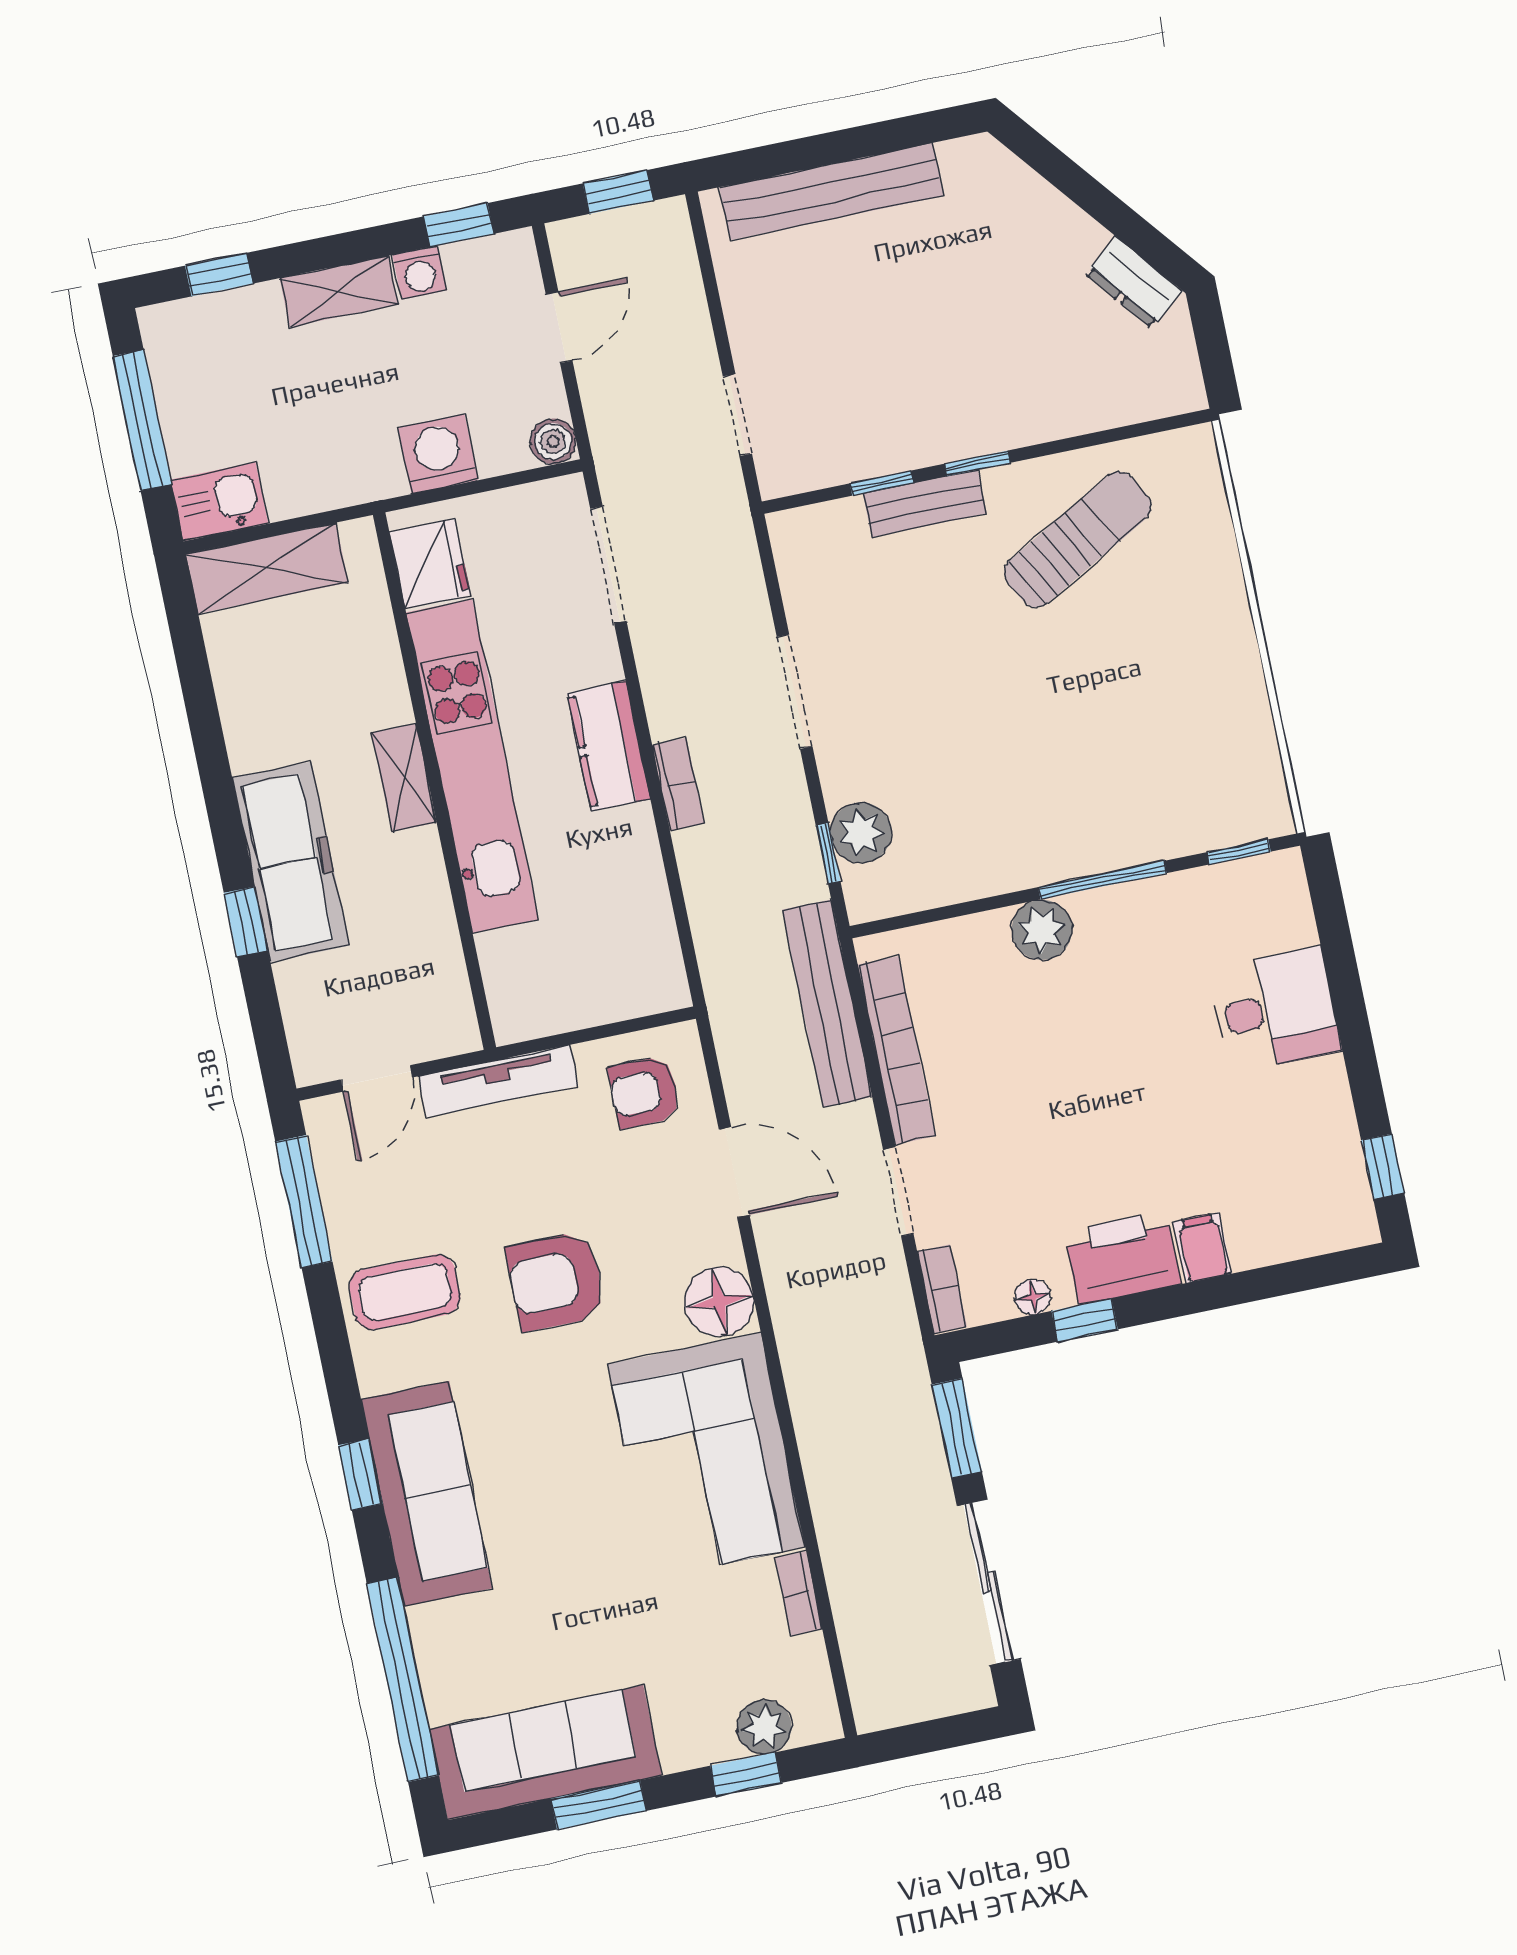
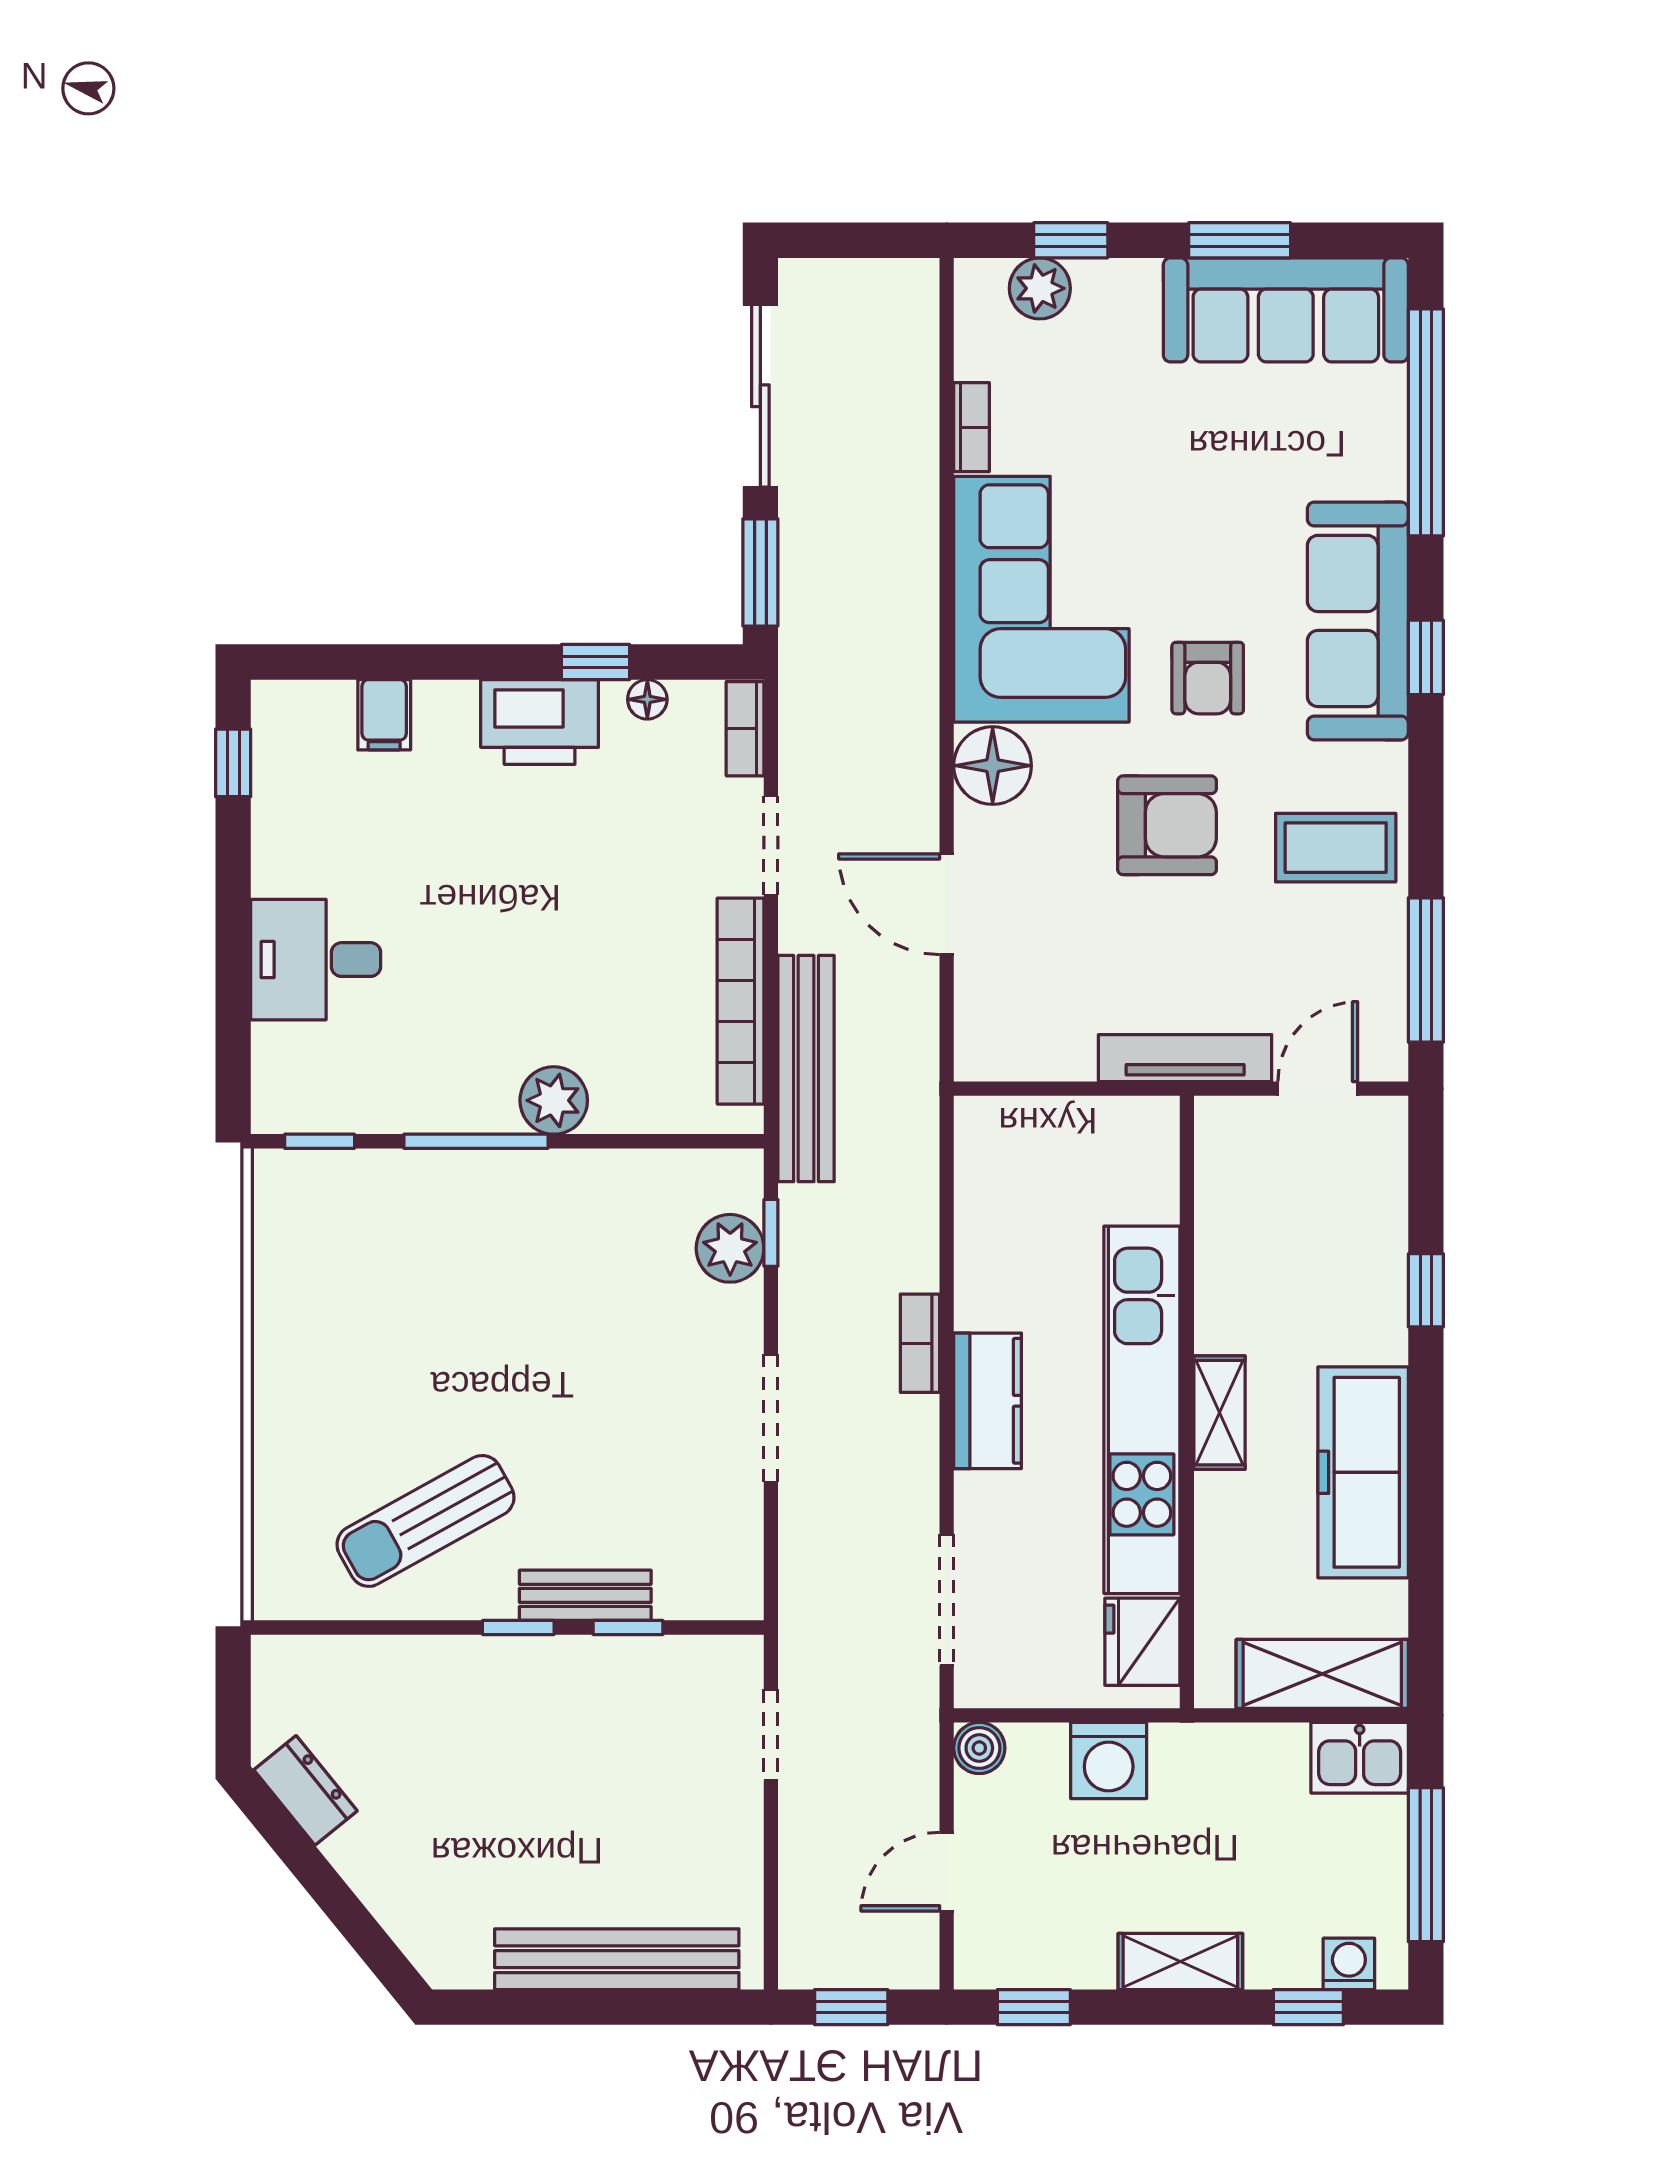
washing machine: (420, 273) -> (1349, 1964), moved
freezer: (291, 862) -> (1363, 1472), moved
armchair: (644, 1092) -> (1208, 678), moved, turned 90
filing cabinet: (1202, 1248) -> (384, 715), moved

